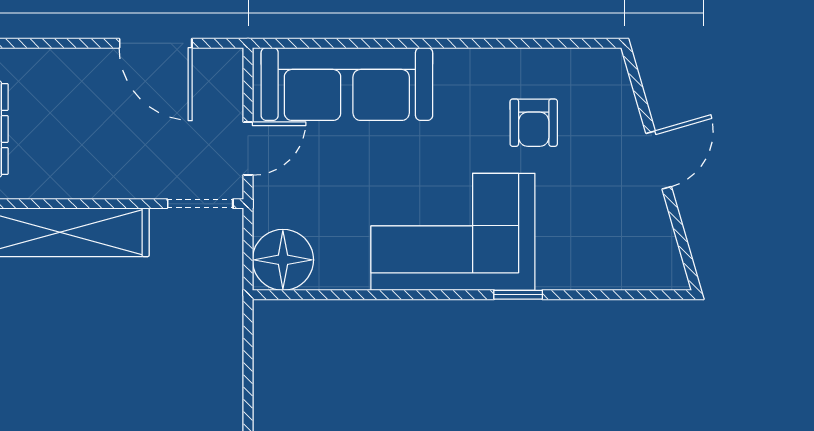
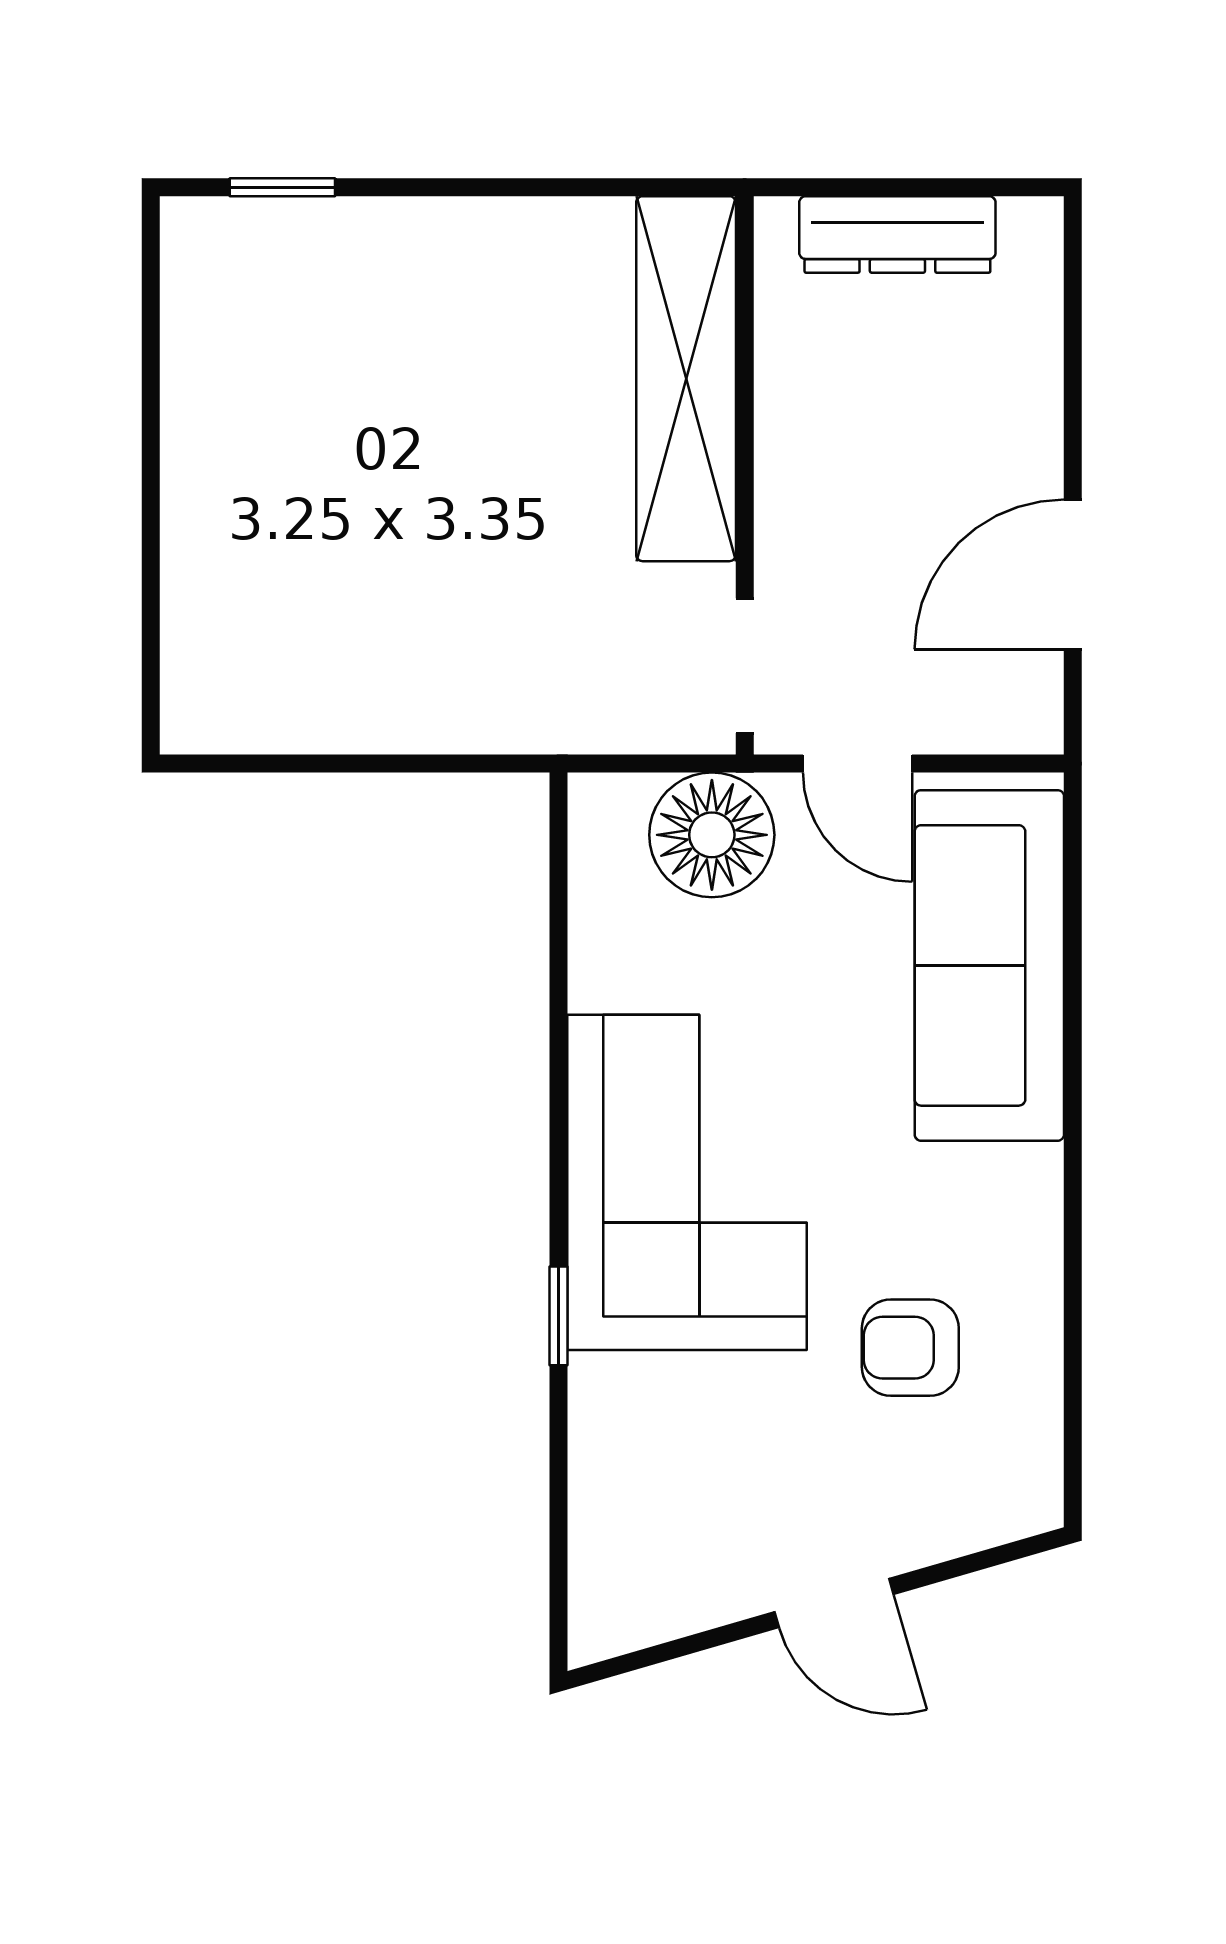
floor lamp: (283, 260) -> (712, 835), moved

